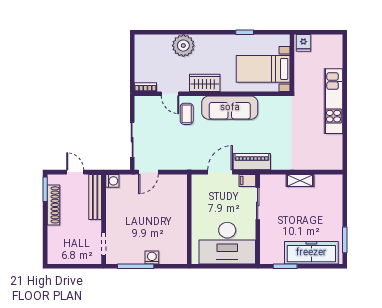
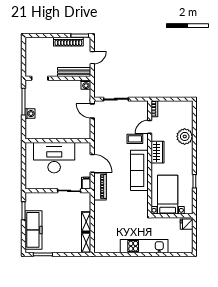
shelving: (329, 181) -> (86, 243), added
desk: (227, 243) -> (54, 158), moved, turned 90

